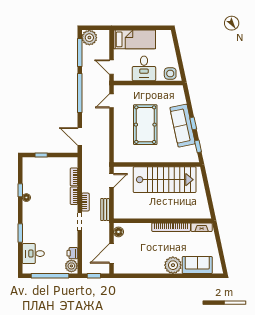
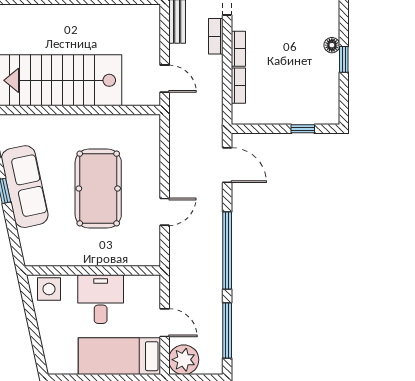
plant: (89, 38) -> (184, 360), moved
door: (111, 67) -> (165, 323), moved
door: (111, 101) -> (165, 212), moved
door: (111, 181) -> (165, 79), swing flipped

